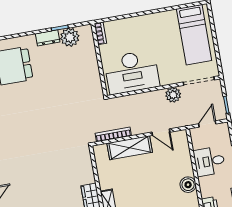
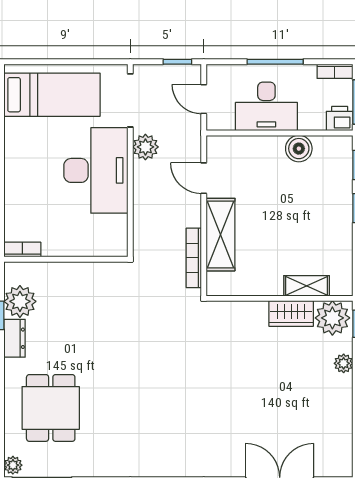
desk: (132, 72) -> (96, 170), moved
door: (161, 132) -> (204, 178), swing flipped
desk: (209, 161) -> (266, 106), width x1.37

